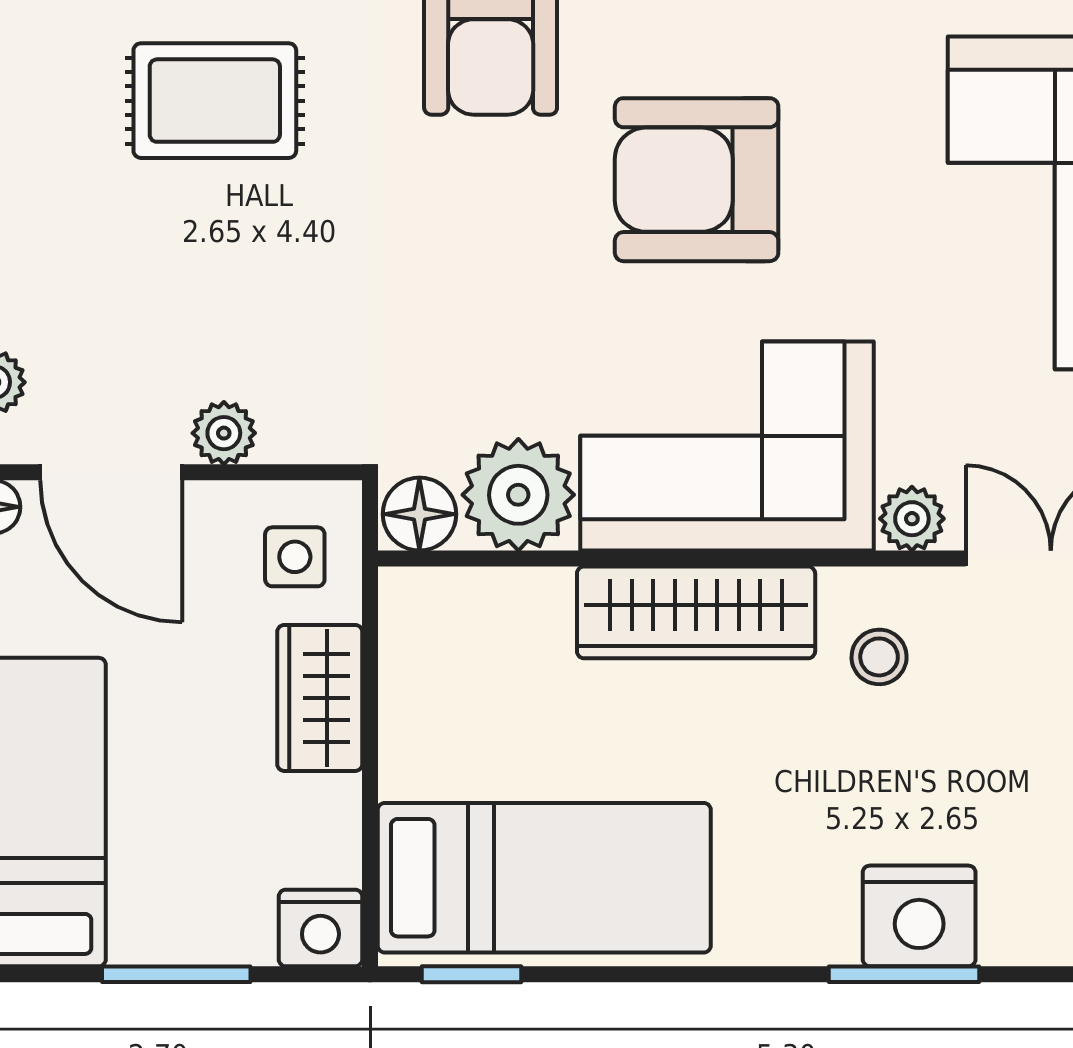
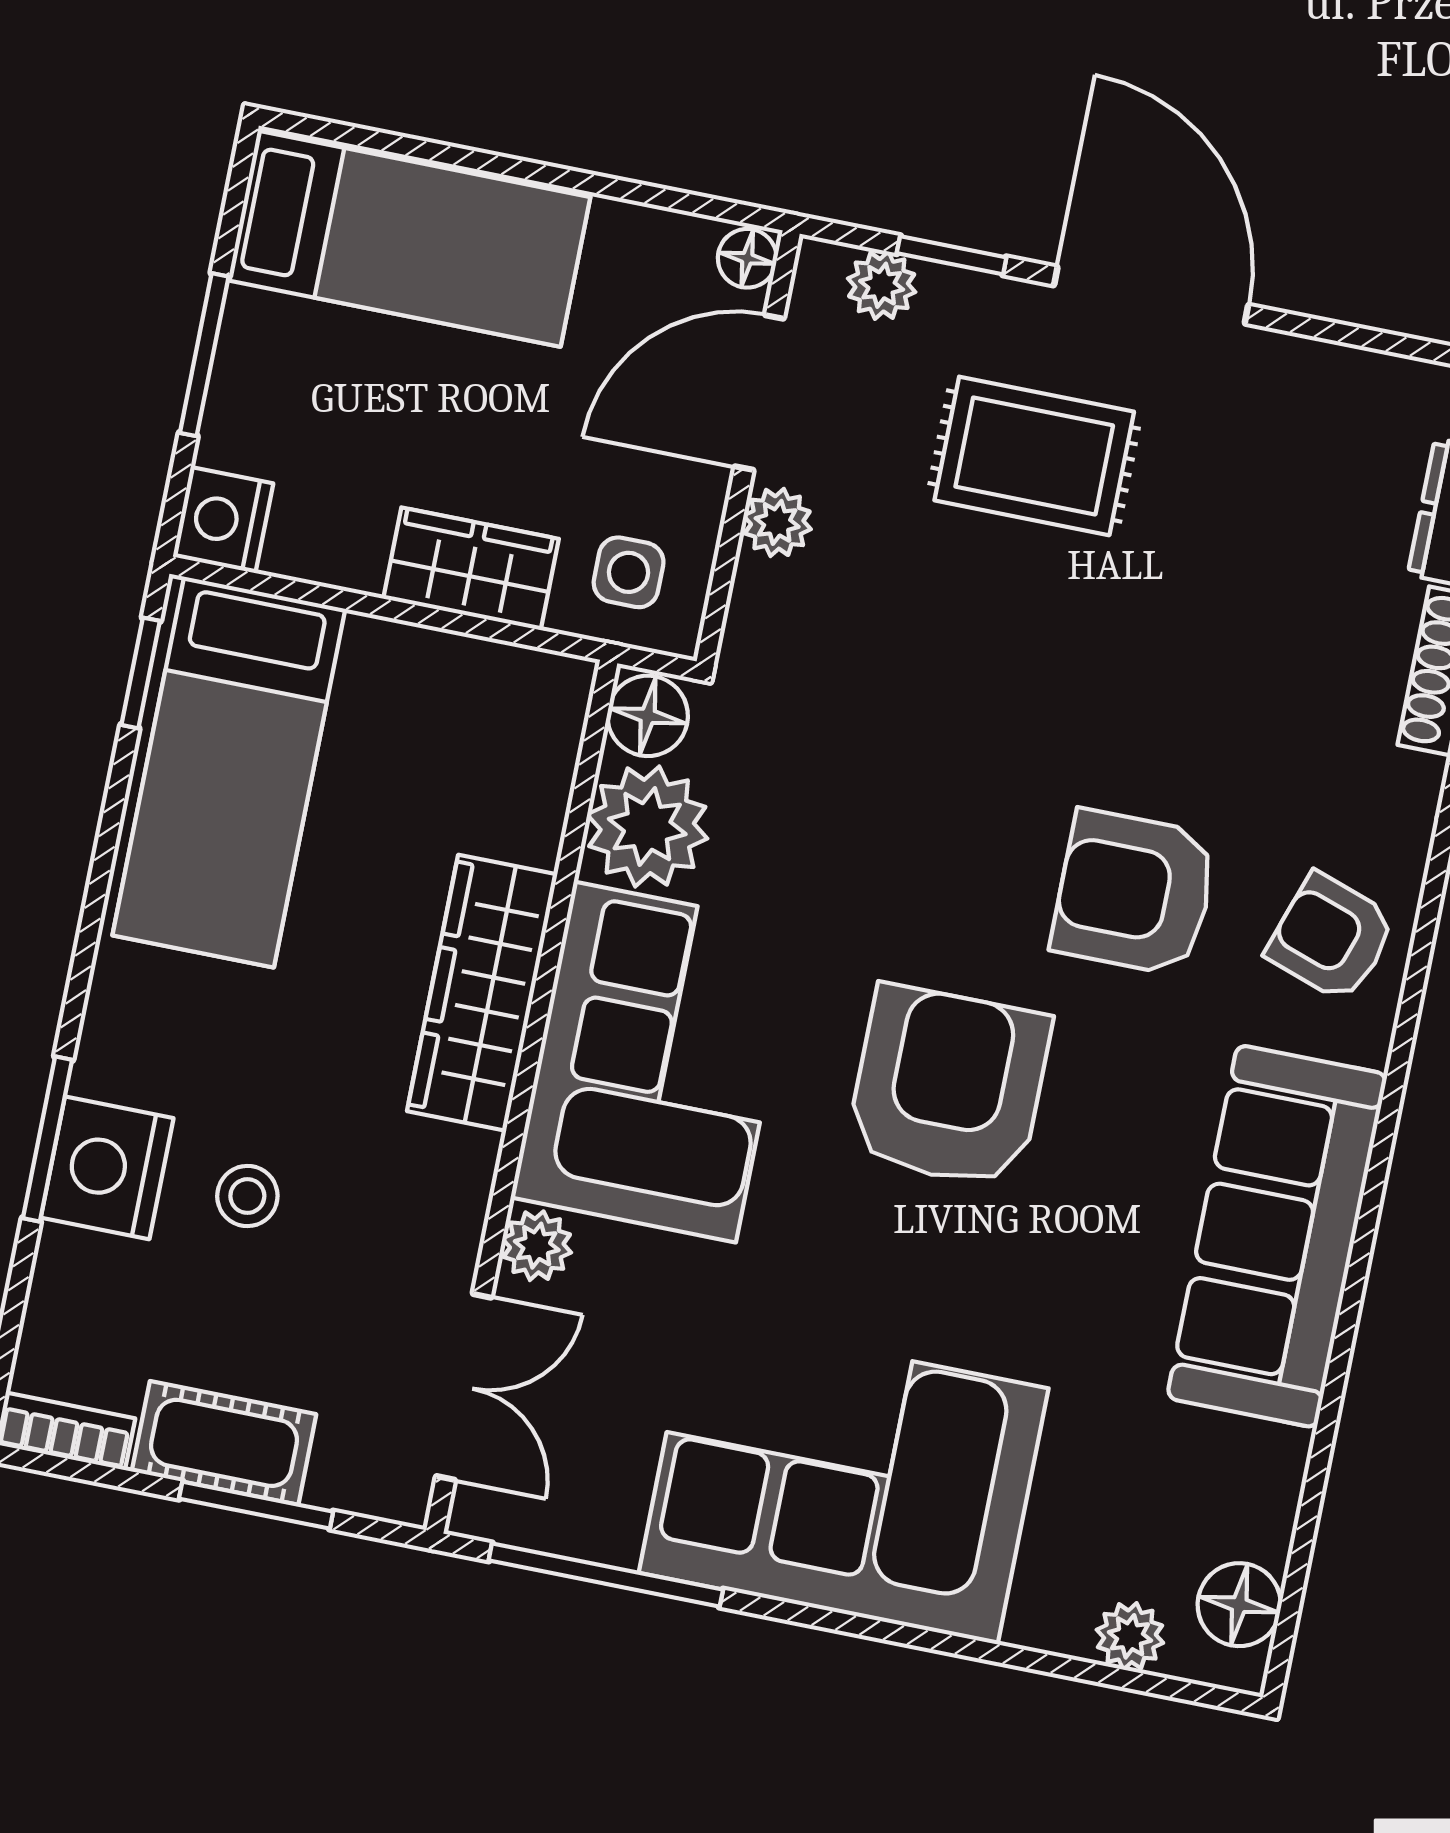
rug: (215, 101) -> (1034, 456), moved, turned 90
stool: (879, 657) -> (247, 1196), moved

